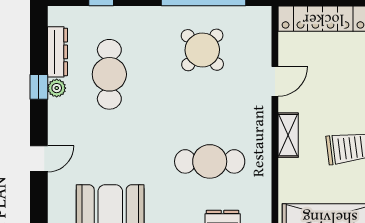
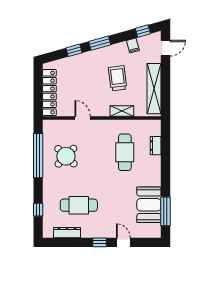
window: (39, 87) -> (100, 242), moved
plant: (57, 88) -> (86, 233), removed
shelving: (288, 135) -> (122, 111), moved

